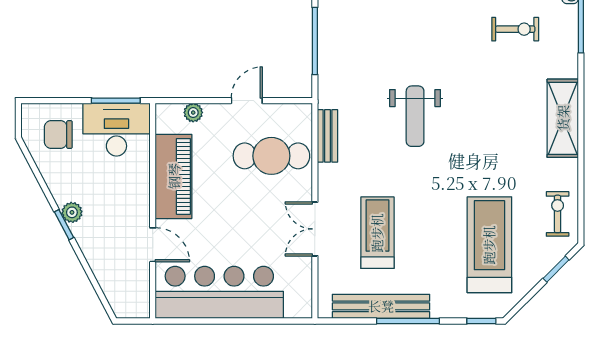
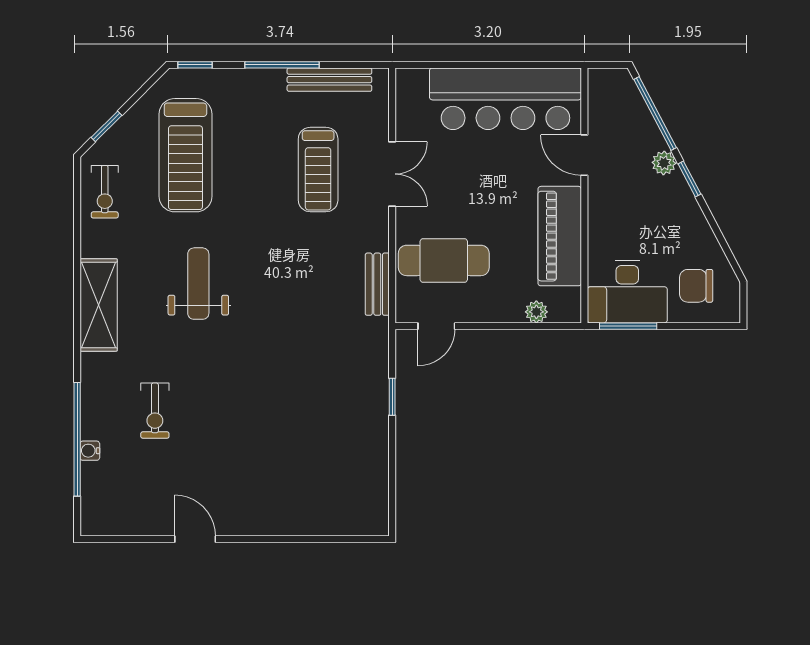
exercise bike: (515, 29) -> (155, 411), turned -90
window: (315, 41) -> (392, 397), width x0.46
door: (247, 101) -> (436, 326), moved
weight bench: (415, 116) -> (198, 284), moved
chair: (58, 135) -> (696, 286), turned 180
plant: (72, 212) -> (664, 163), moved
window: (93, 280) -> (655, 113), added
bench: (381, 306) -> (329, 80), width x0.73, depth x0.82

